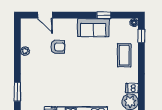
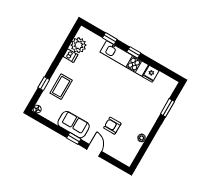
door: (45, 15) -> (94, 150), moved
window: (104, 15) -> (74, 138), moved
window: (141, 36) -> (44, 84), moved

